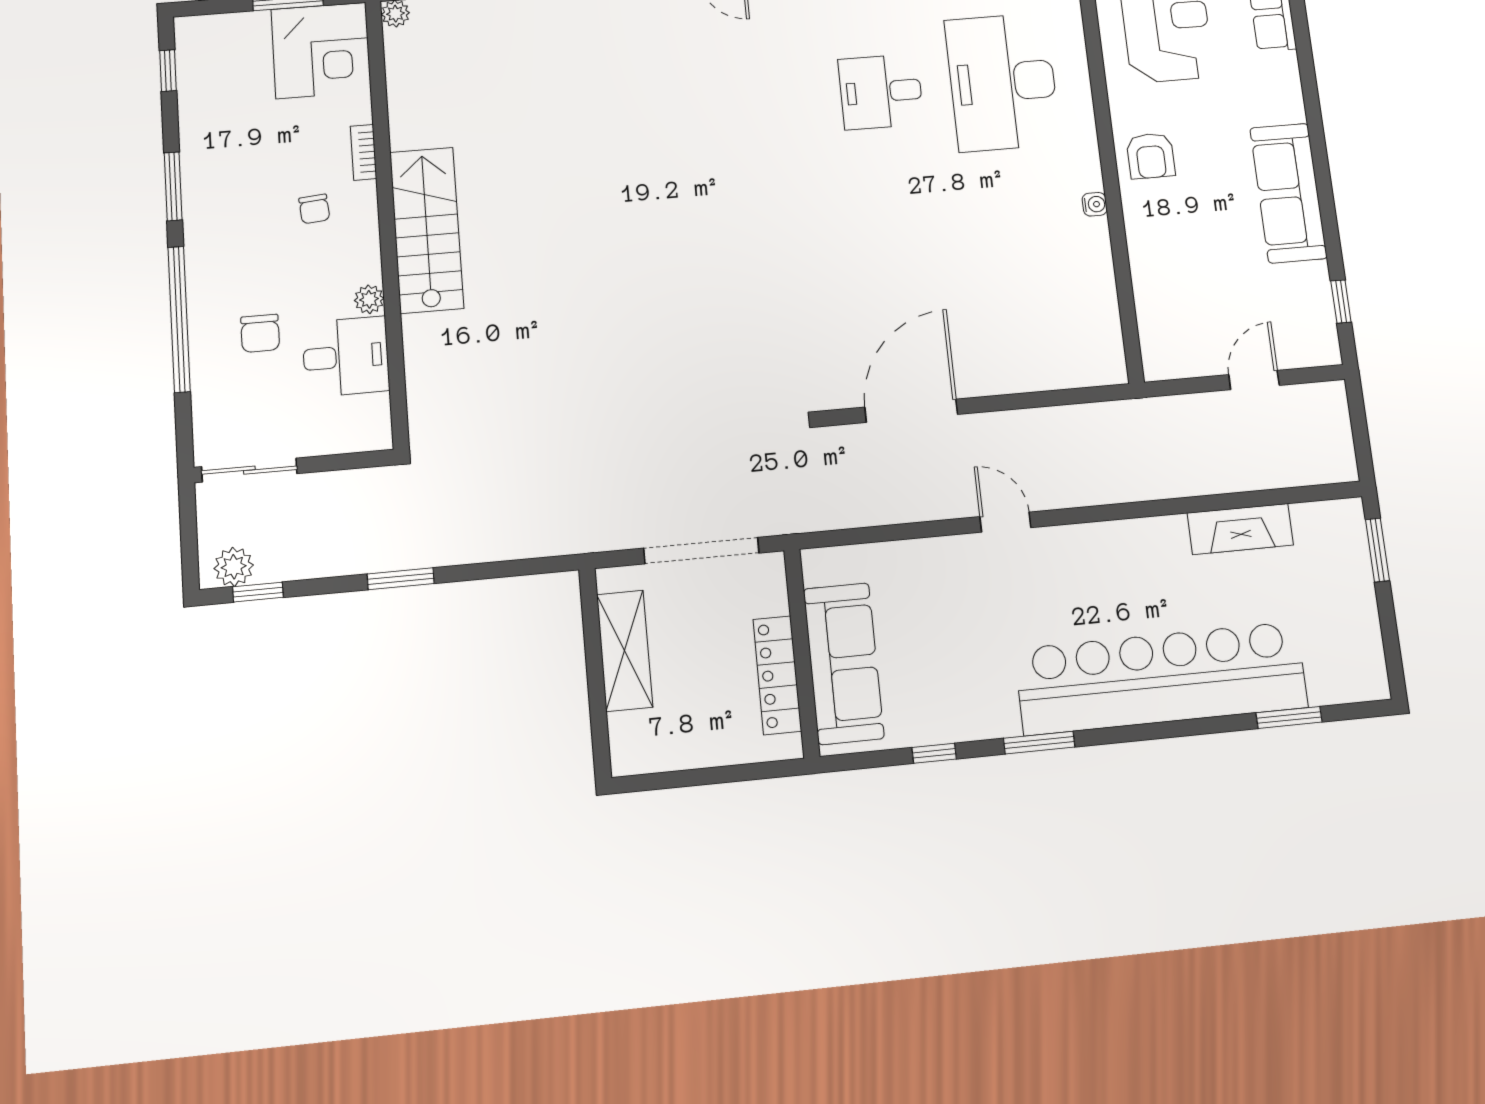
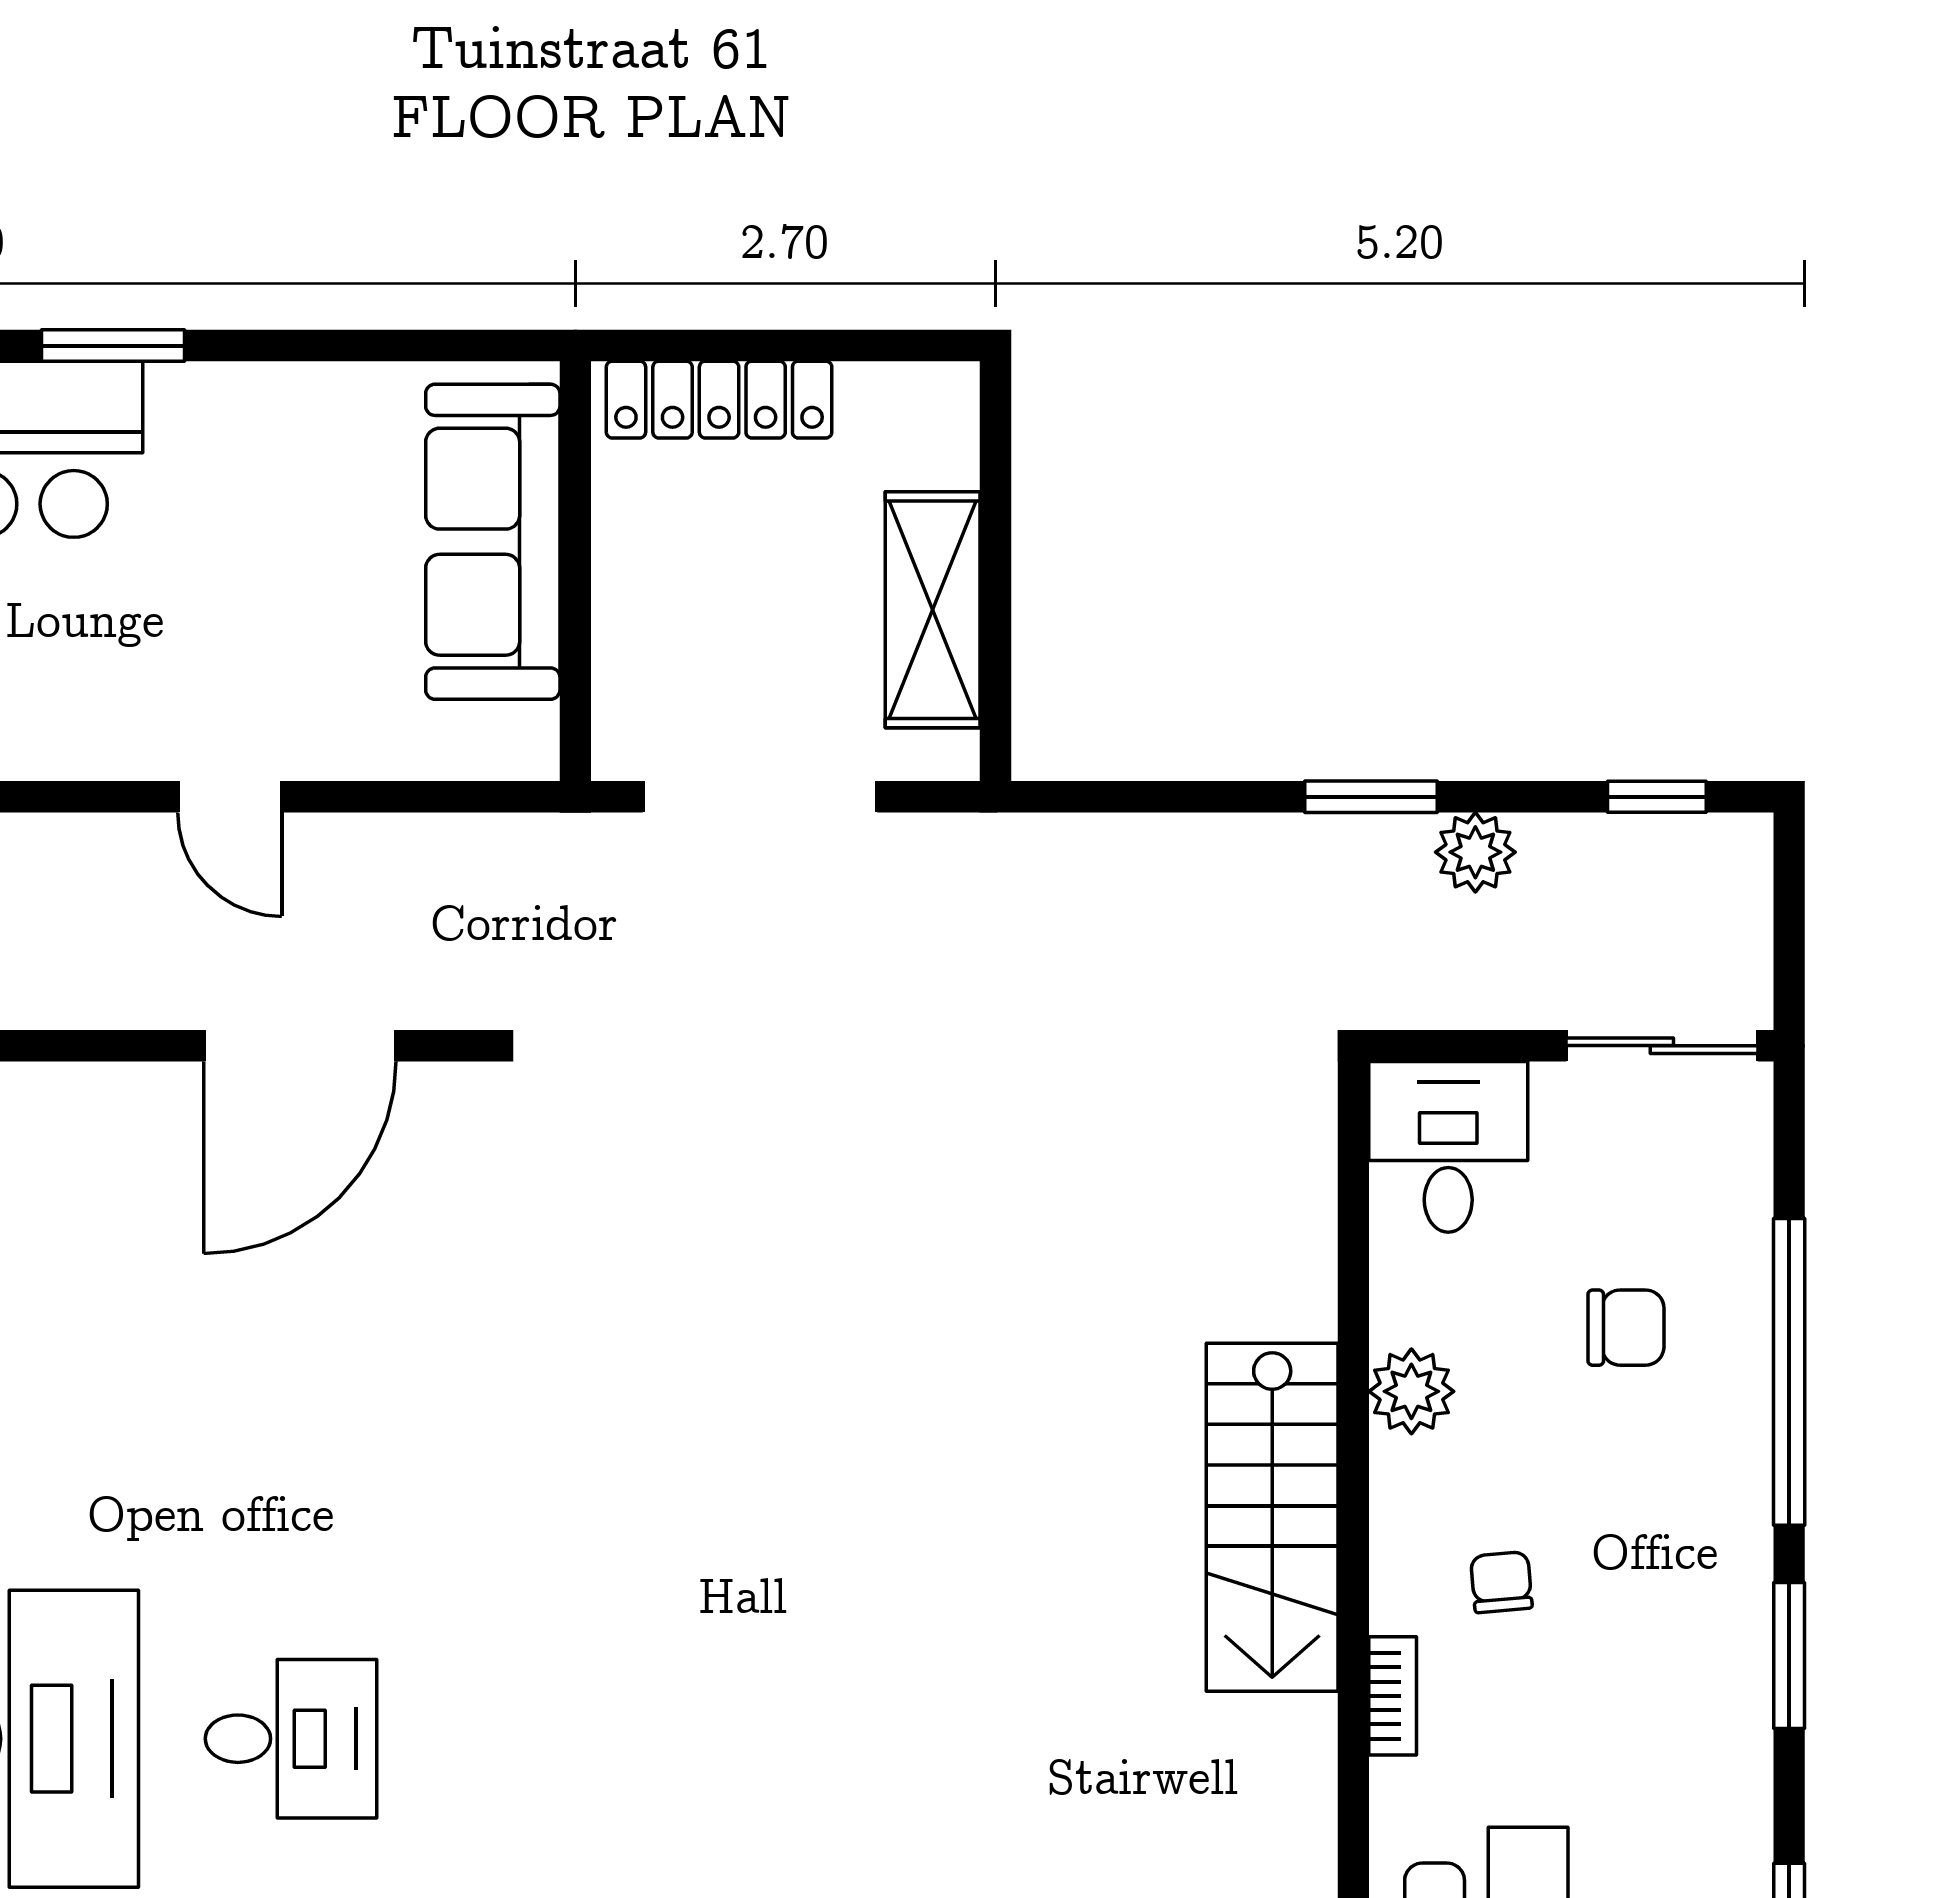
plant: (369, 299) -> (1411, 1391), width x1.38, depth x1.38
chair: (260, 333) -> (1626, 1328), turned 90
desk: (346, 357) -> (1448, 1147), moved, turned 90
door: (1005, 522) -> (230, 797), moved
plant: (234, 567) -> (1475, 852), moved
locker: (777, 675) -> (719, 400), moved, turned 90
window: (934, 753) -> (328, 346), removed

